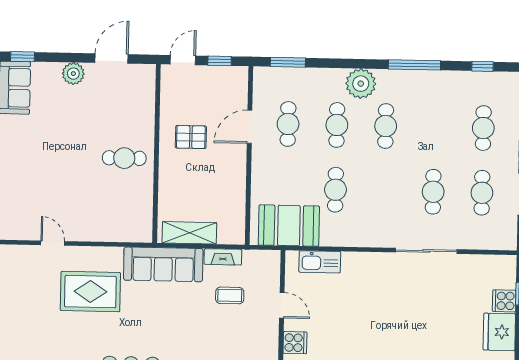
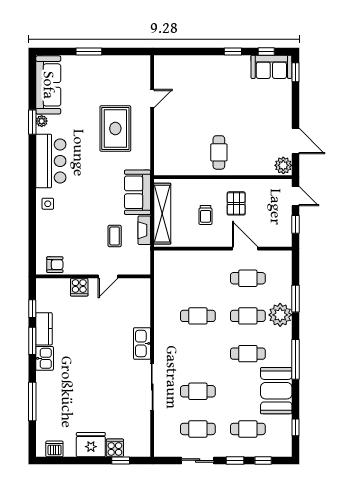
window: (288, 62) -> (295, 299), moved
window: (414, 65) -> (295, 359), moved
plant: (73, 74) -> (283, 165), moved
plant: (361, 84) -> (280, 315), moved
trolley: (205, 177) -> (205, 215), added
booth: (289, 226) -> (276, 391), moved
shelving: (189, 233) -> (162, 214), width x1.47
kitchen sink: (320, 262) -> (142, 343), moved
sofa: (163, 264) -> (138, 192), width x0.73

